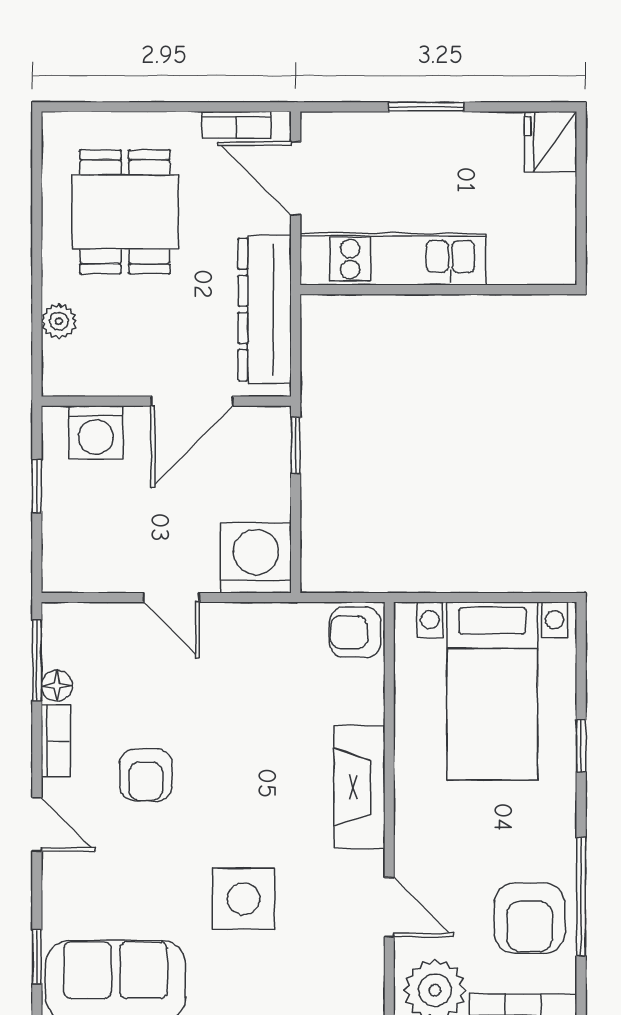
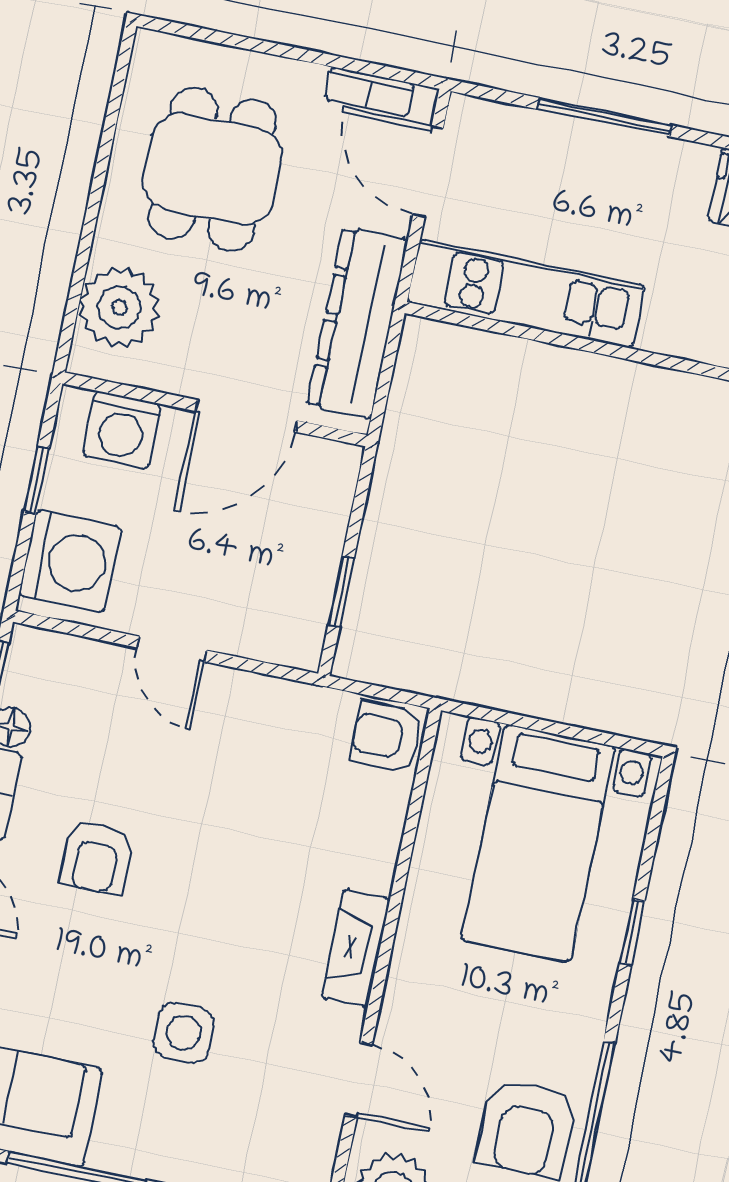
window: (426, 107) -> (605, 117), width x1.44
plant: (59, 321) -> (119, 307), width x1.88, depth x1.88
window: (296, 445) -> (341, 592), moved
washing machine: (256, 558) -> (70, 561), moved, turned 90
fireplace: (359, 787) -> (356, 948), width x0.73, depth x0.76
side table: (243, 899) -> (184, 1033), width x0.73, depth x0.73

